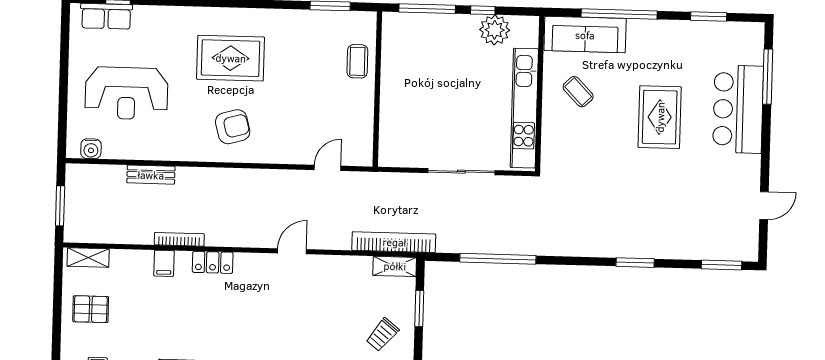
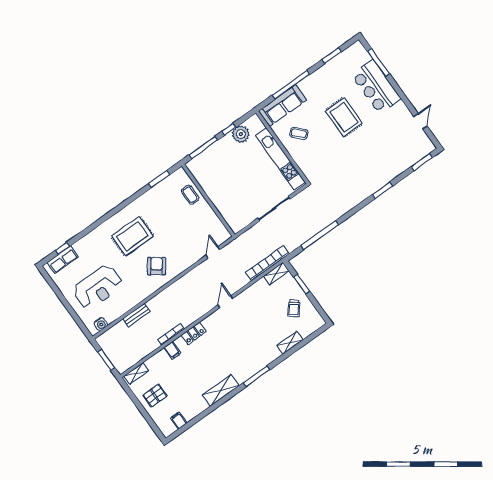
armchair: (233, 127) -> (157, 266), turned -39

